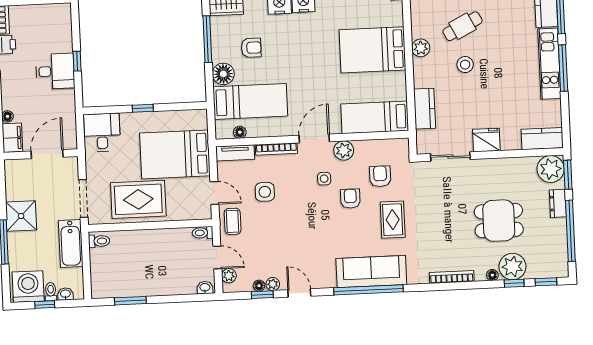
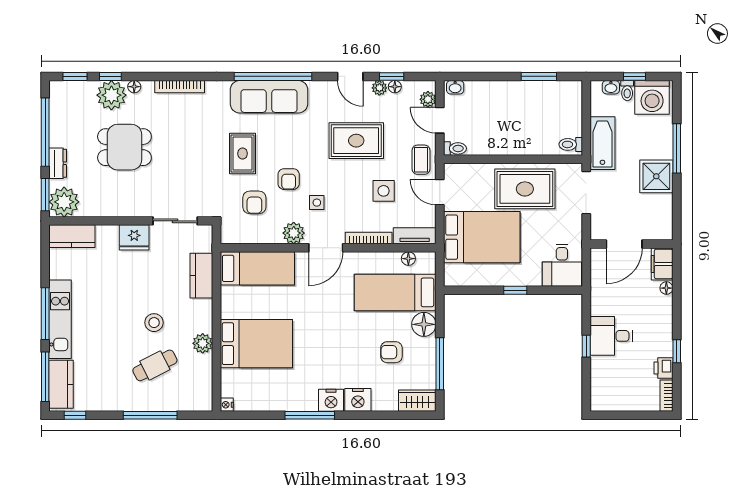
rug: (291, 236) -> (356, 141), added

